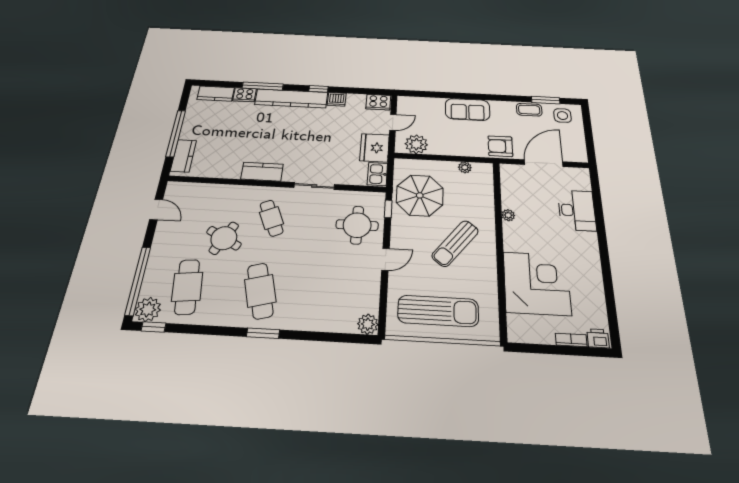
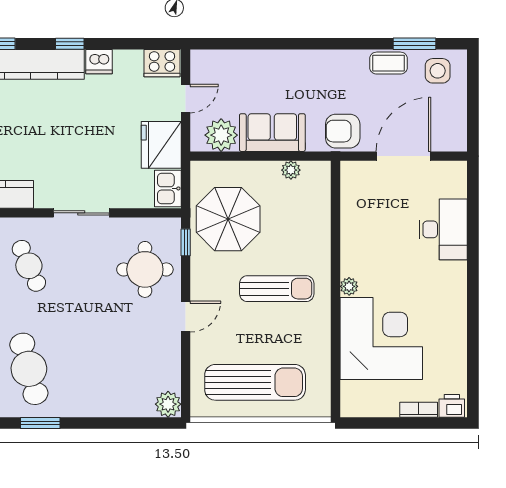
sofa: (467, 109) -> (272, 133), moved, turned 180
plant: (508, 215) -> (349, 286), moved
sun lounger: (455, 243) -> (277, 289), turned -129

